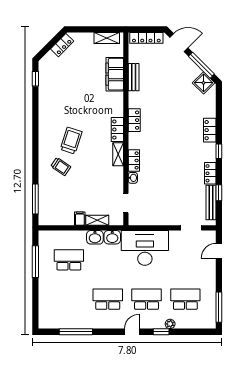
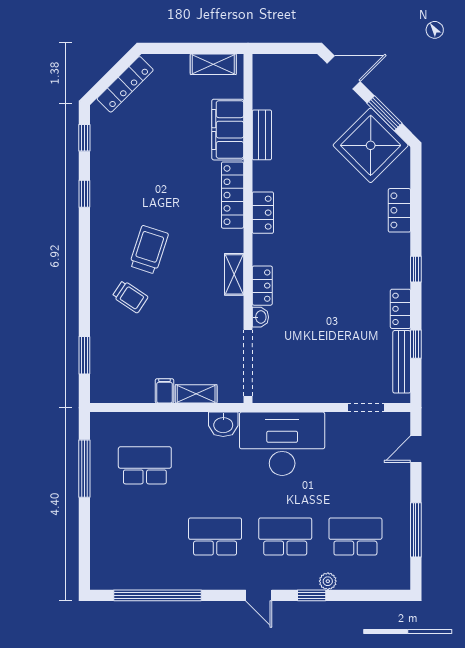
locker: (146, 38) -> (285, 64), removed
locker: (62, 45) -> (125, 84), width x1.53
window: (201, 65) -> (384, 113), width x0.69
shower: (204, 83) -> (371, 145), width x1.86, depth x1.86
window: (35, 110) -> (84, 194), added
locker: (117, 130) -> (233, 195), moved, width x1.53
locker: (210, 130) -> (399, 210), moved
window: (35, 199) -> (84, 355), width x0.69
doorway: (126, 203) -> (248, 363), width x1.87
washbasin: (95, 237) -> (192, 425), removed
window: (219, 307) -> (416, 530), moved
window: (76, 332) -> (158, 595), width x1.46
door: (132, 332) -> (259, 595), swing flipped

